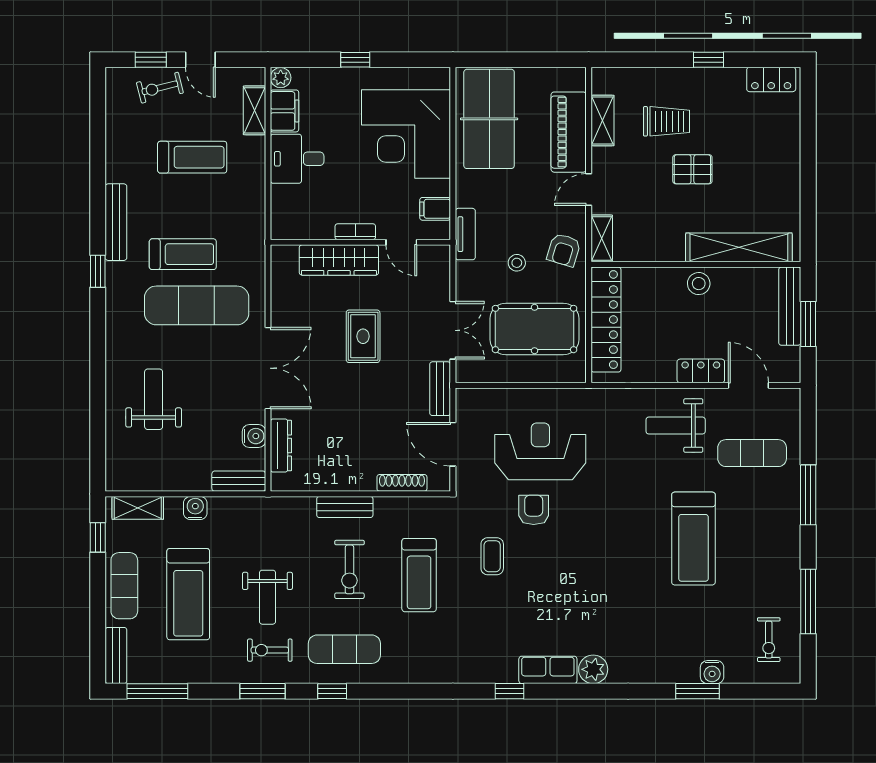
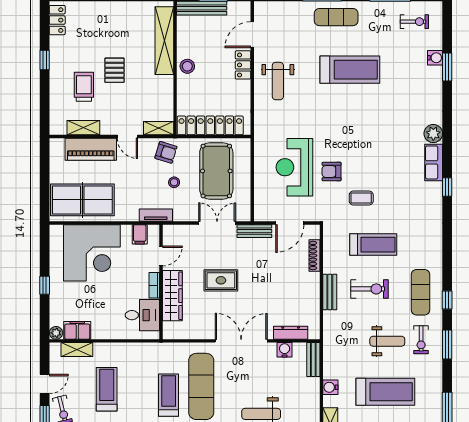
desk: (297, 159) -> (142, 315), moved, turned -90
exercise mat: (752, 453) -> (336, 17), moved, turned 90

